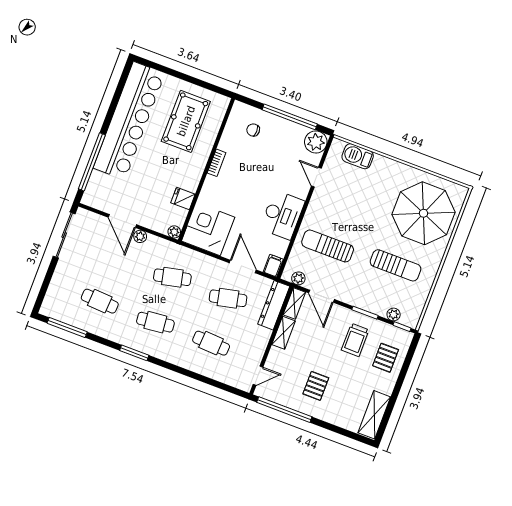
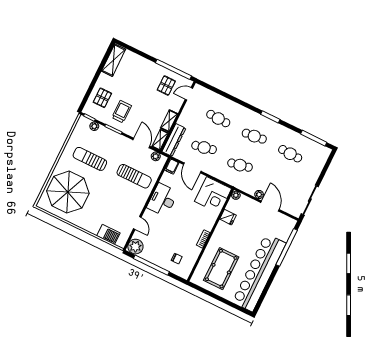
pallet: (316, 386) -> (166, 86), moved

